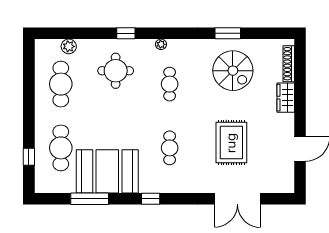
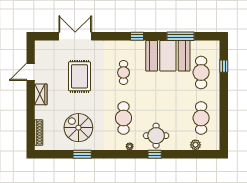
round table: (116, 71) -> (156, 136), moved
cafe table: (170, 84) -> (124, 118), width x1.37, depth x1.35
wardrobe: (286, 98) -> (41, 94), moved

